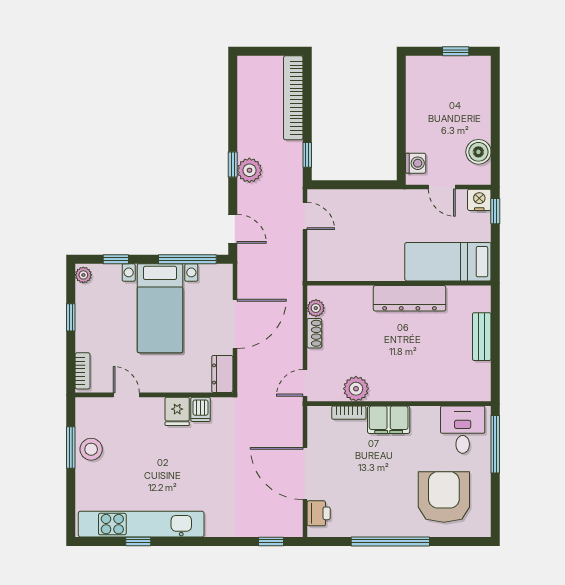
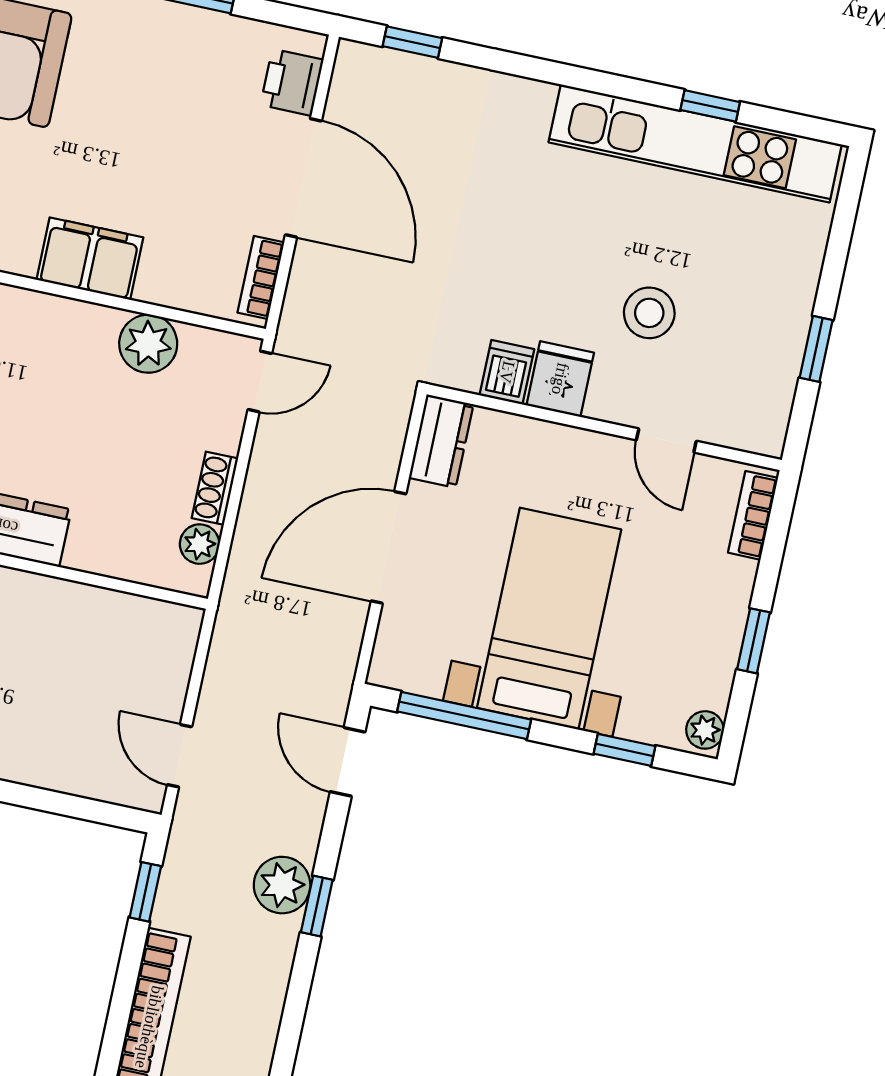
bookcase: (349, 413) -> (261, 277), moved, turned -90
window: (71, 448) -> (816, 349), width x0.67
stool: (91, 449) -> (649, 313), moved

